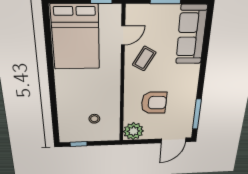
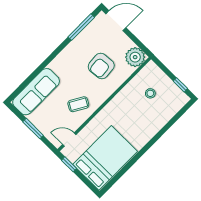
door: (123, 35) -> (69, 139), moved
armchair: (154, 103) -> (101, 66), turned -97

